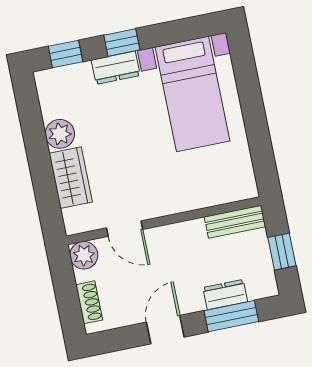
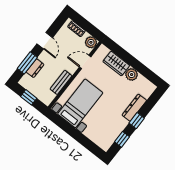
window: (65, 54) -> (122, 139), moved
dresser: (116, 68) -> (134, 108), width x1.44
bed with nightstands: (192, 94) -> (80, 103), moved, turned 90
bench: (235, 222) -> (61, 82), moved

